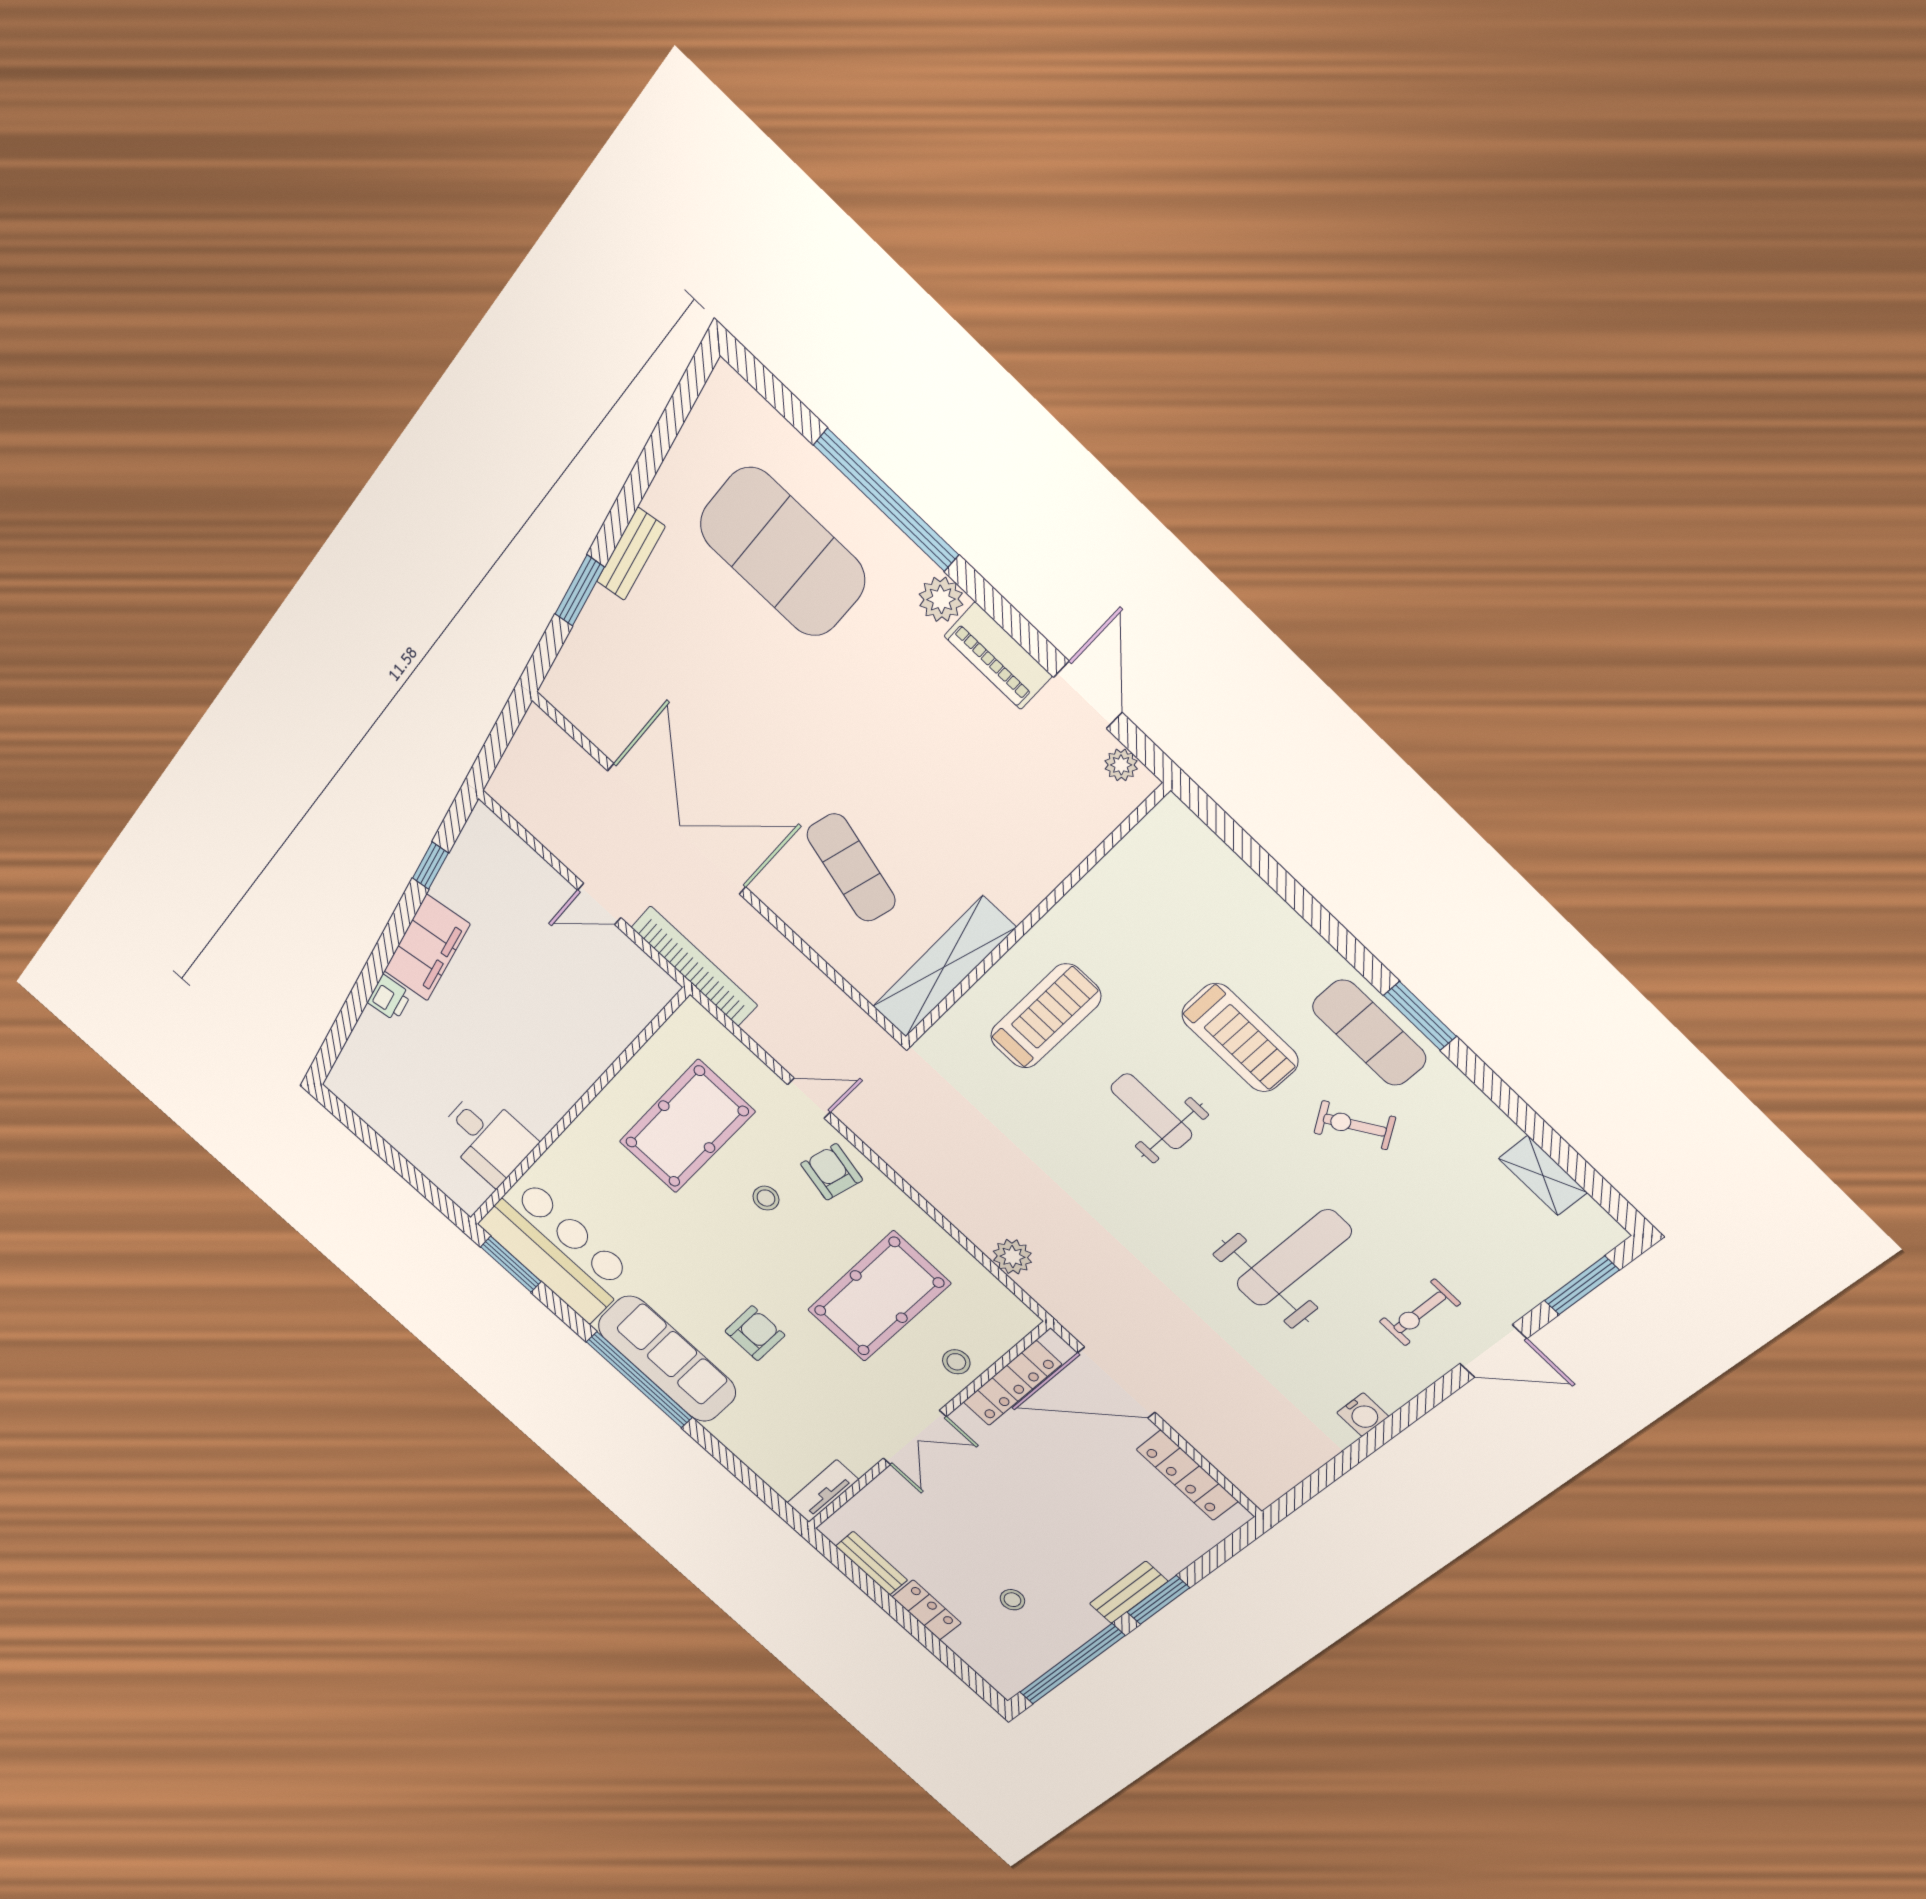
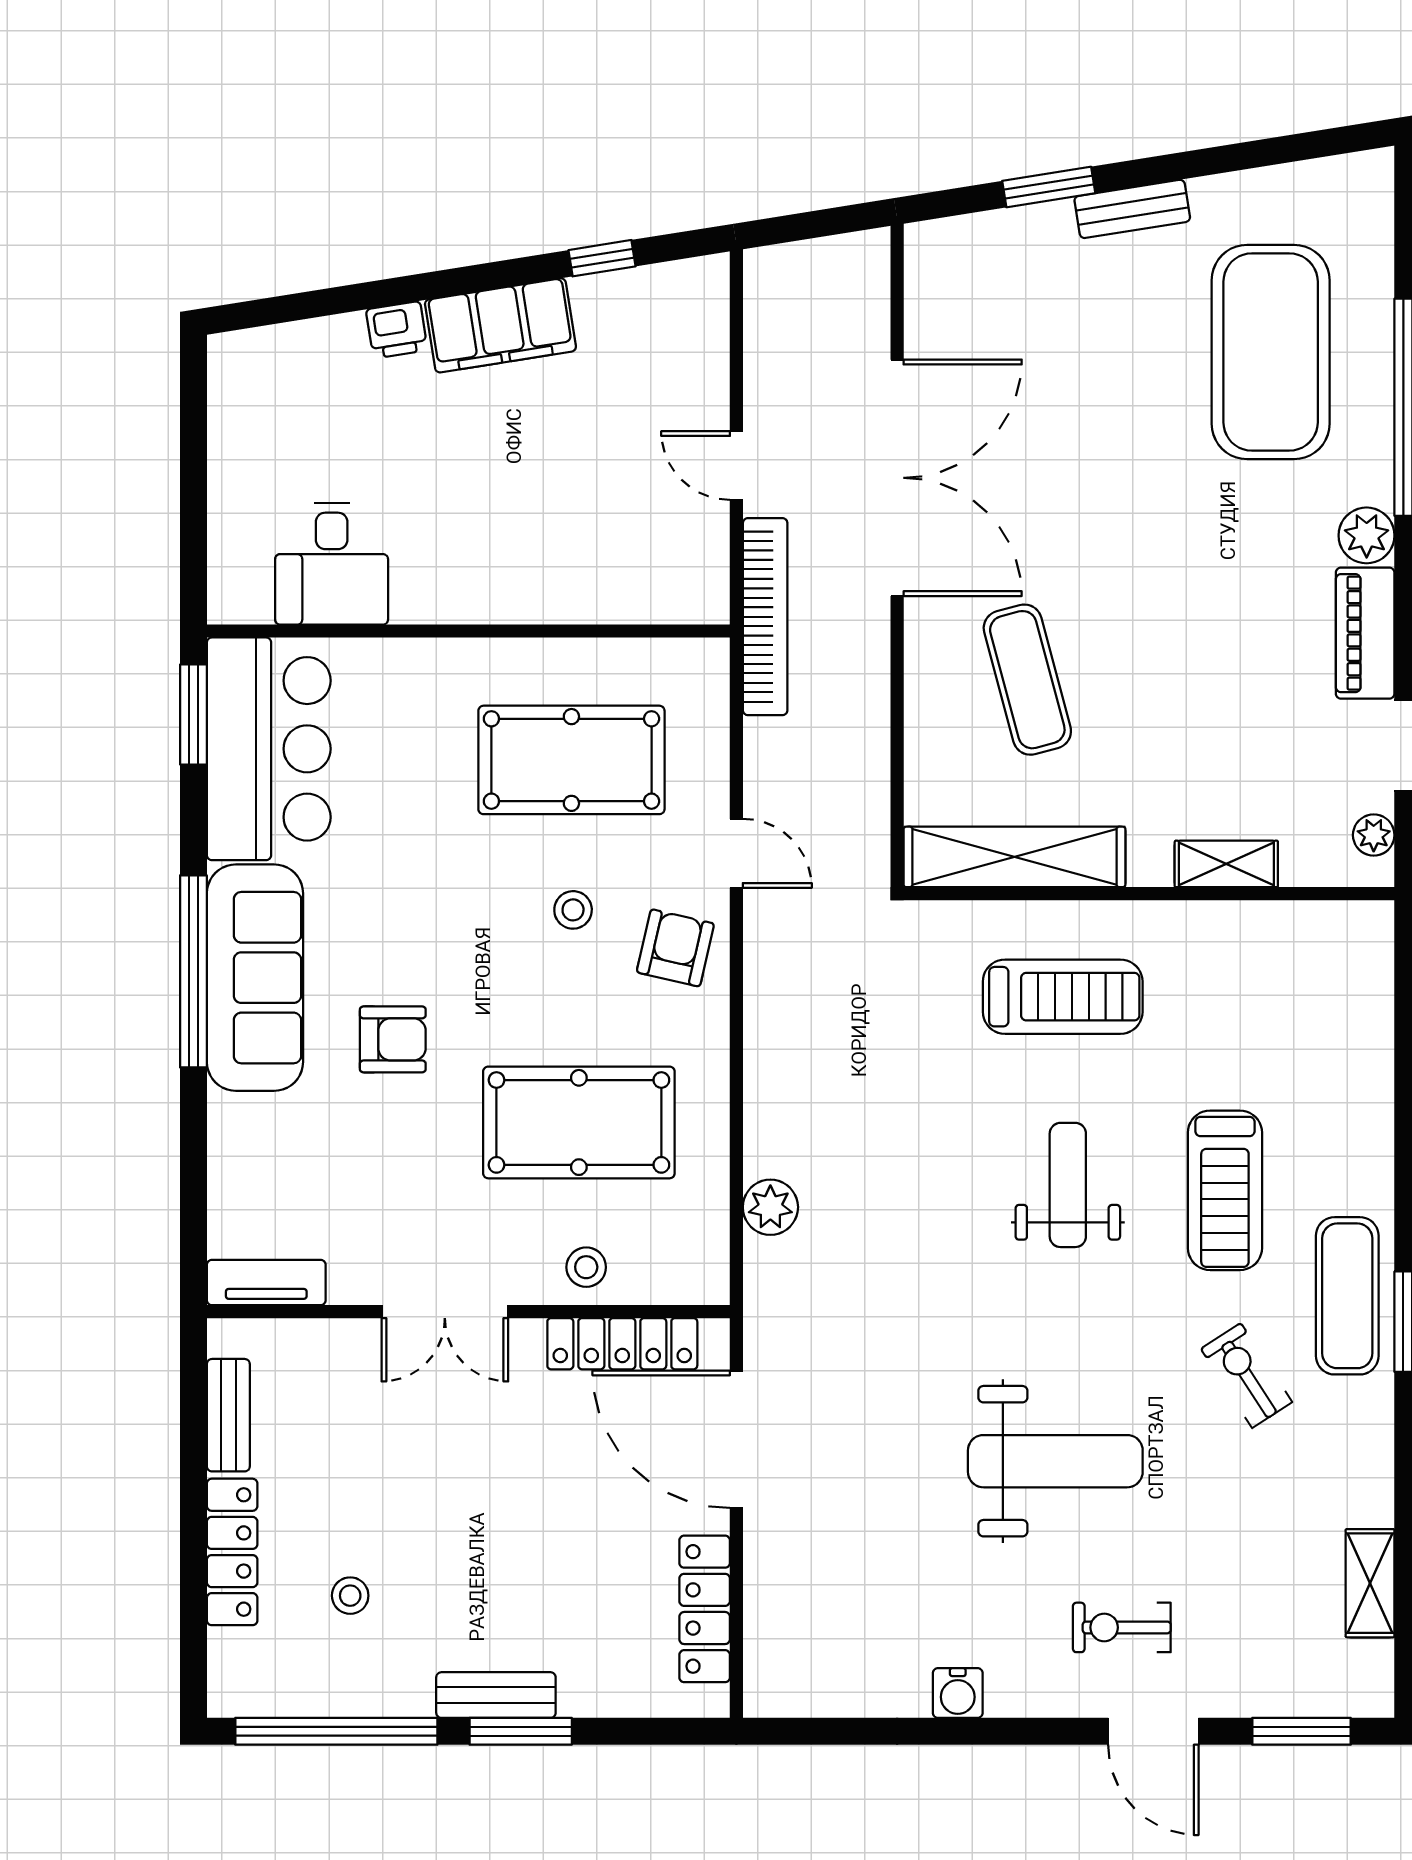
shelving: (1057, 862) -> (1226, 864), added
exercise mat: (851, 868) -> (1027, 680), turned -30
locker: (926, 1610) -> (232, 1552), width x1.53

